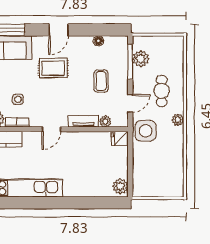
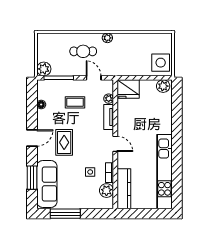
door: (59, 30) -> (32, 138), hinge flipped
plant: (141, 59) -> (44, 69), moved
side table: (146, 131) -> (161, 63), moved
fridge: (120, 138) -> (128, 89), width x1.88, depth x1.34

